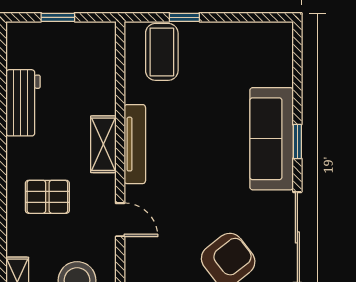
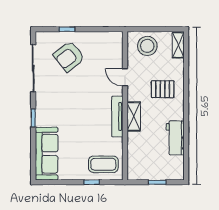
coffee table: (162, 52) -> (103, 164), turned 90
sofa: (272, 139) -> (47, 154), moved

